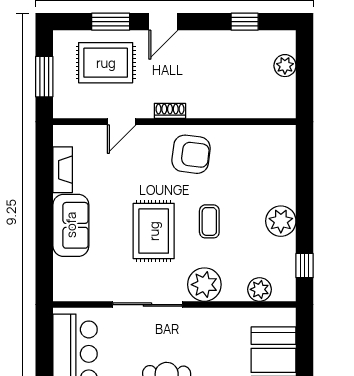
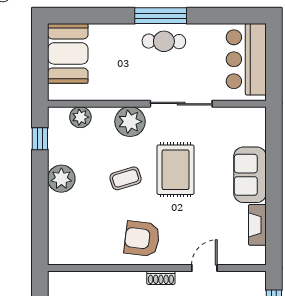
coffee table: (209, 221) -> (126, 178), turned 73

